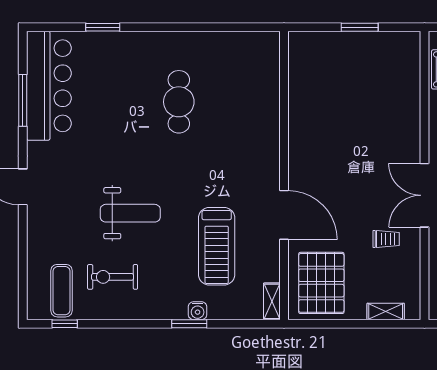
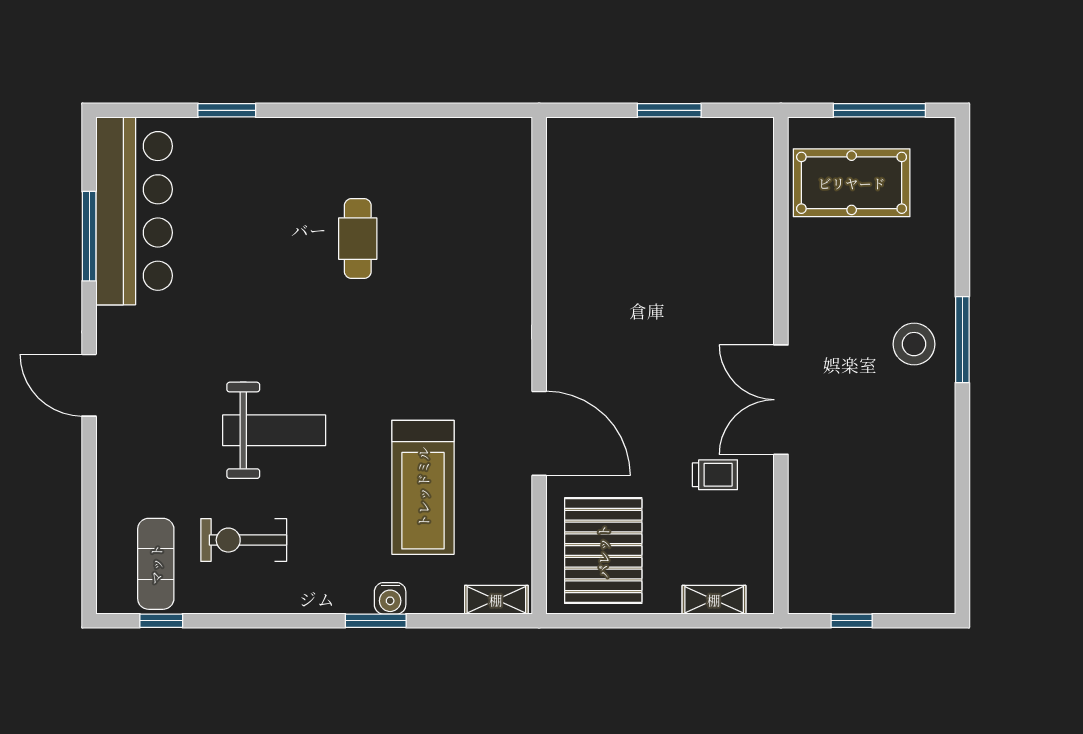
cafe table: (179, 102) -> (358, 239), width x0.73, depth x0.74
shelving: (272, 301) -> (496, 600), moved, turned 90

